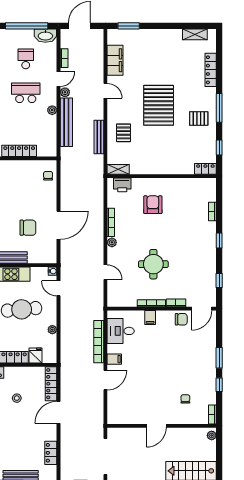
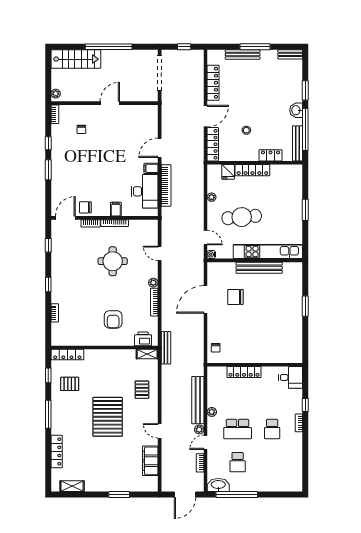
window: (129, 26) -> (119, 494), moved
pallet: (199, 118) -> (70, 384), moved
bench: (99, 137) -> (166, 348), moved
locker: (205, 169) -> (67, 355), width x1.53
desk: (121, 331) -> (145, 191), width x1.37
locker: (51, 453) -> (213, 83), width x1.53

